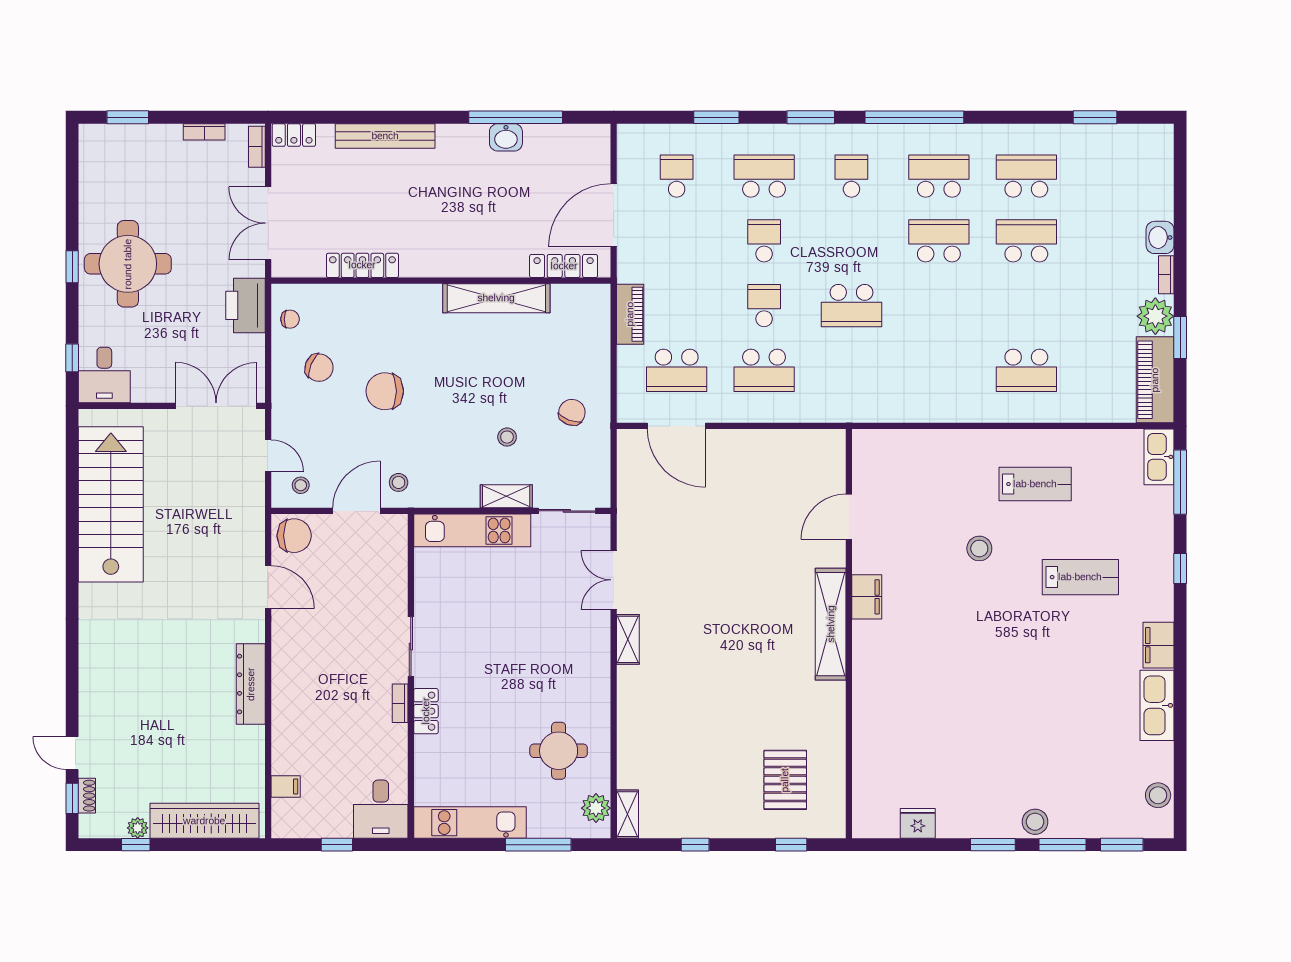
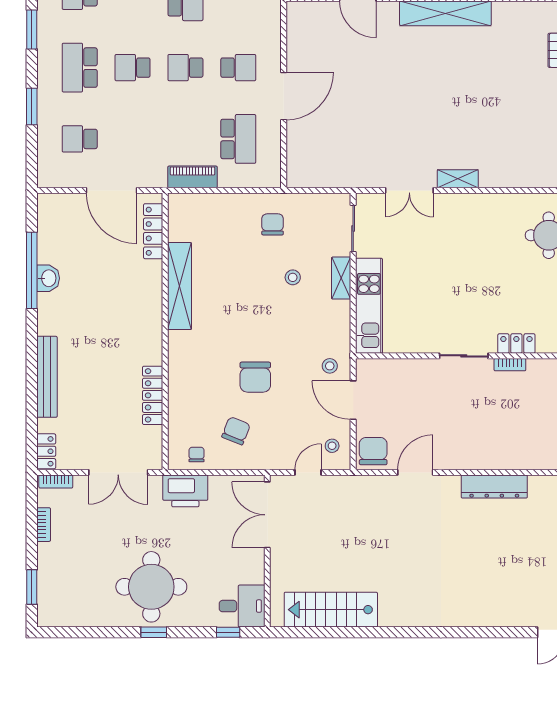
school desk: (764, 370) -> (238, 68), width x0.54
chair: (572, 412) -> (273, 224), turned 69
door: (676, 426) -> (284, 96), moved
stairs: (111, 504) -> (331, 610), width x0.73, depth x0.66

